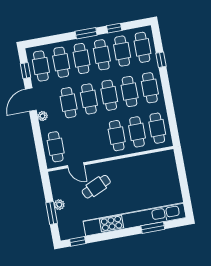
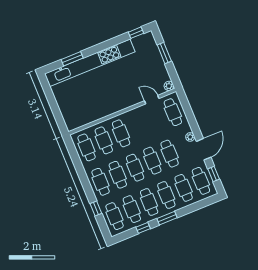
cafe table: (96, 187) -> (130, 84), removed
plant: (59, 205) -> (169, 86), moved

